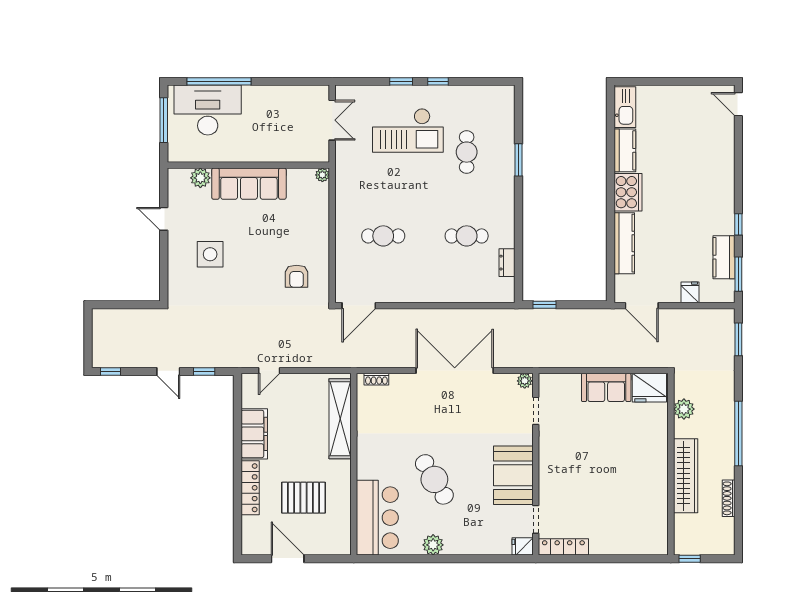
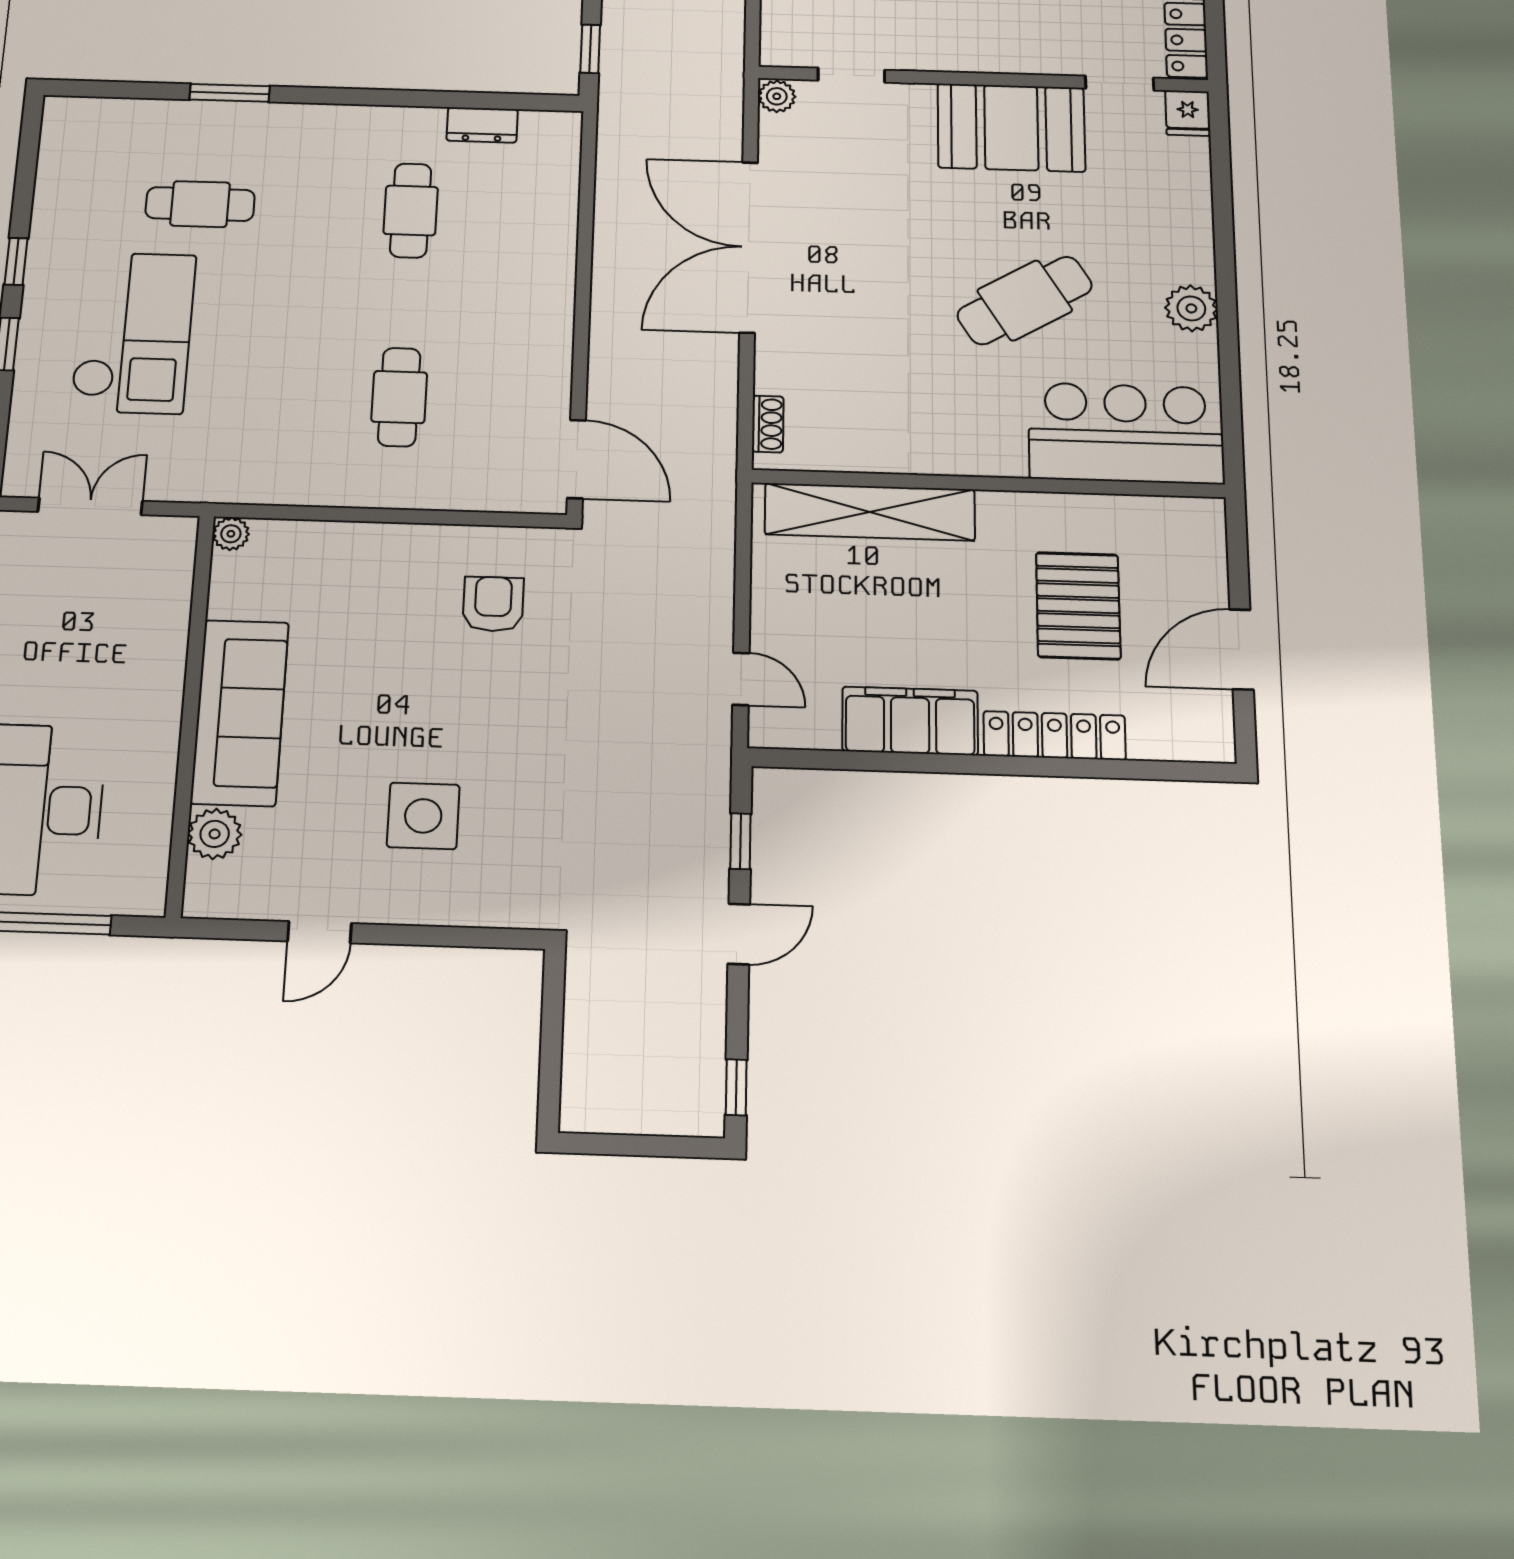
armchair: (297, 276) -> (493, 604), turned -90

